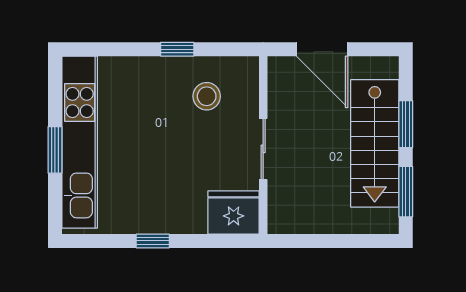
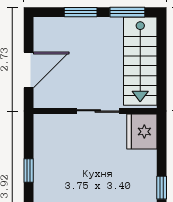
stool: (207, 96) -> (61, 150), removed
stairs: (375, 143) -> (140, 61), moved, turned 90

